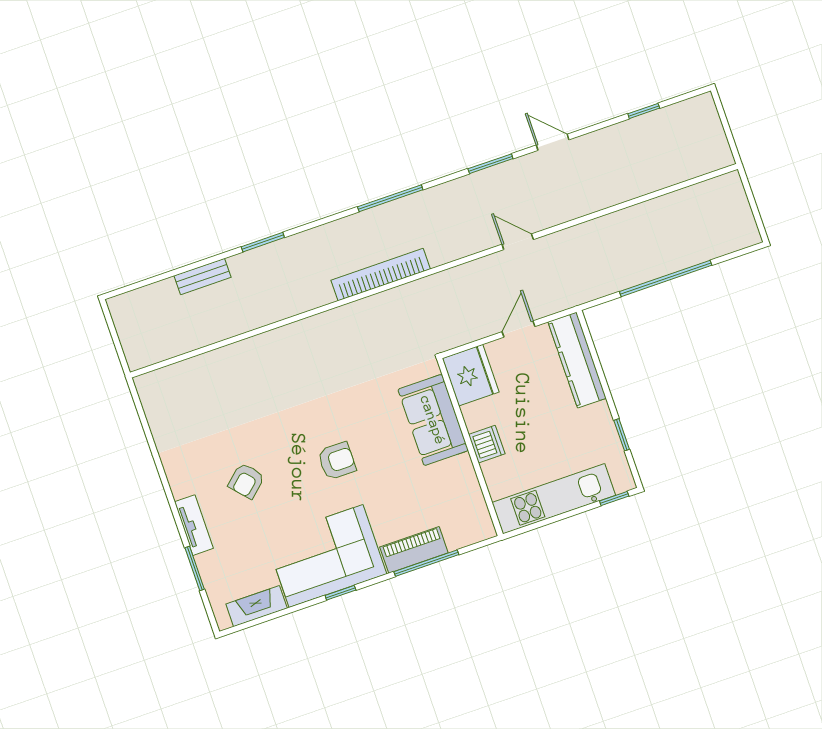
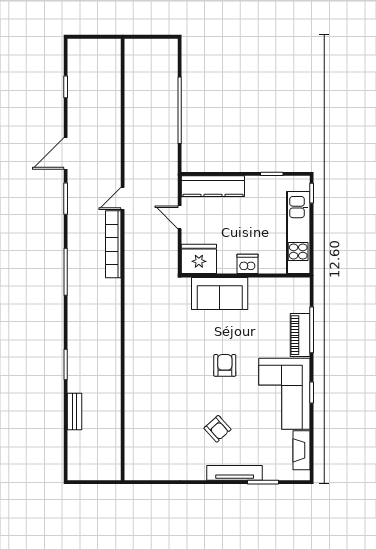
door: (553, 142) -> (66, 153), width x1.38
bookcase: (381, 275) -> (113, 244), moved
tv unit: (194, 525) -> (235, 473), width x1.41

